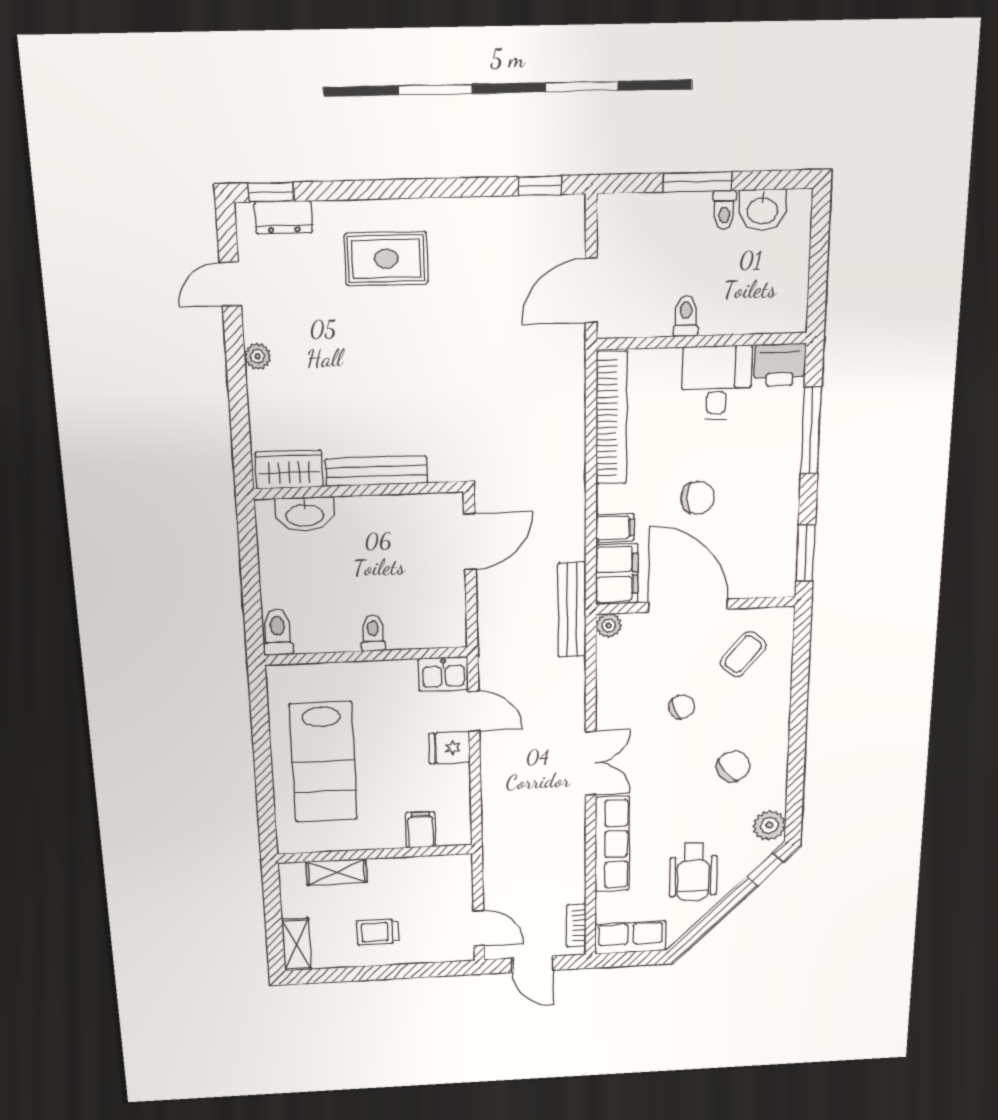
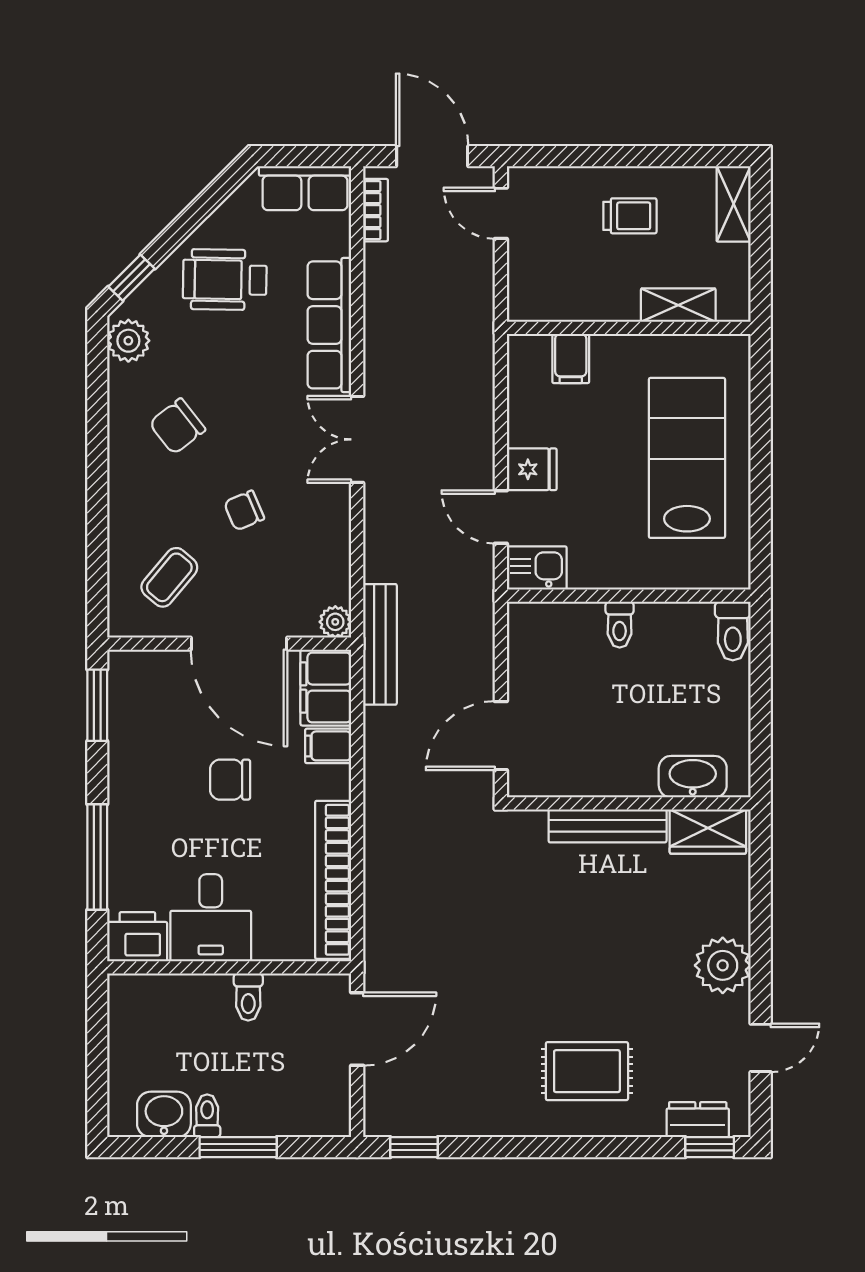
plant: (258, 356) -> (723, 965), width x1.87, depth x1.87
wheelchair: (693, 872) -> (225, 280), turned -89
door: (533, 964) -> (432, 156), width x1.38

